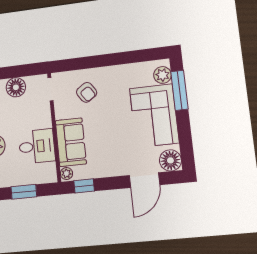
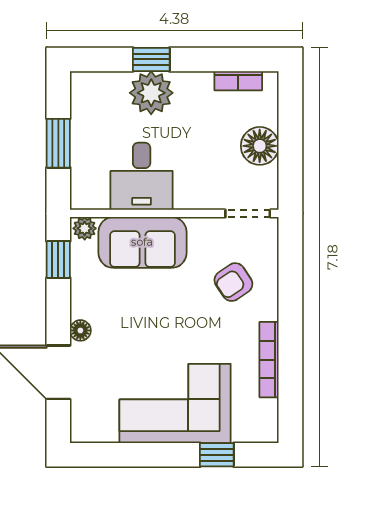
bookcase: (125, 69) -> (269, 360), added
plant: (162, 75) -> (249, 427), removed
window: (179, 90) -> (217, 455), width x0.46
floor lamp: (170, 160) -> (80, 330), moved, width x0.53, depth x0.53

